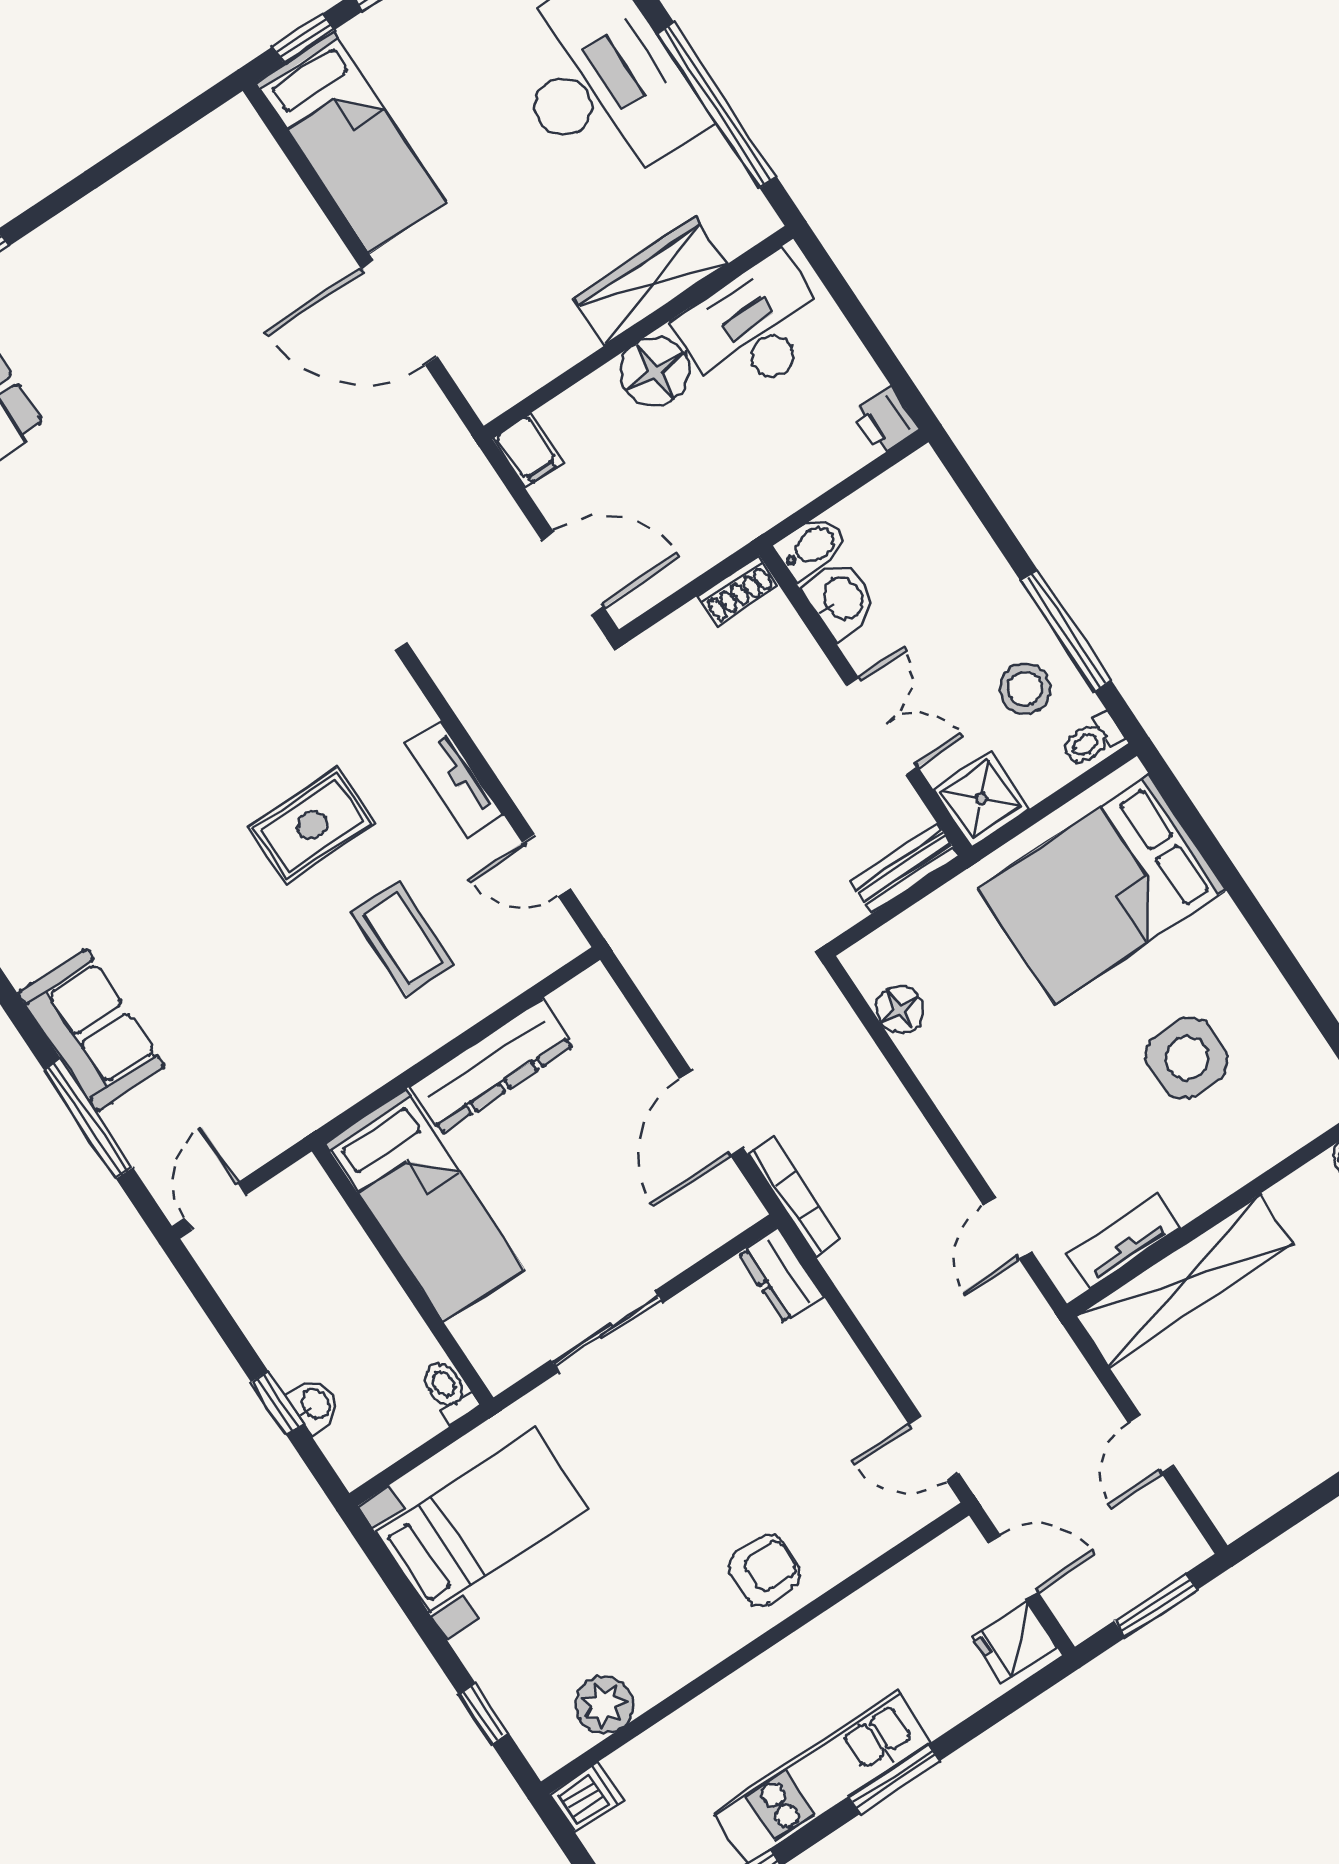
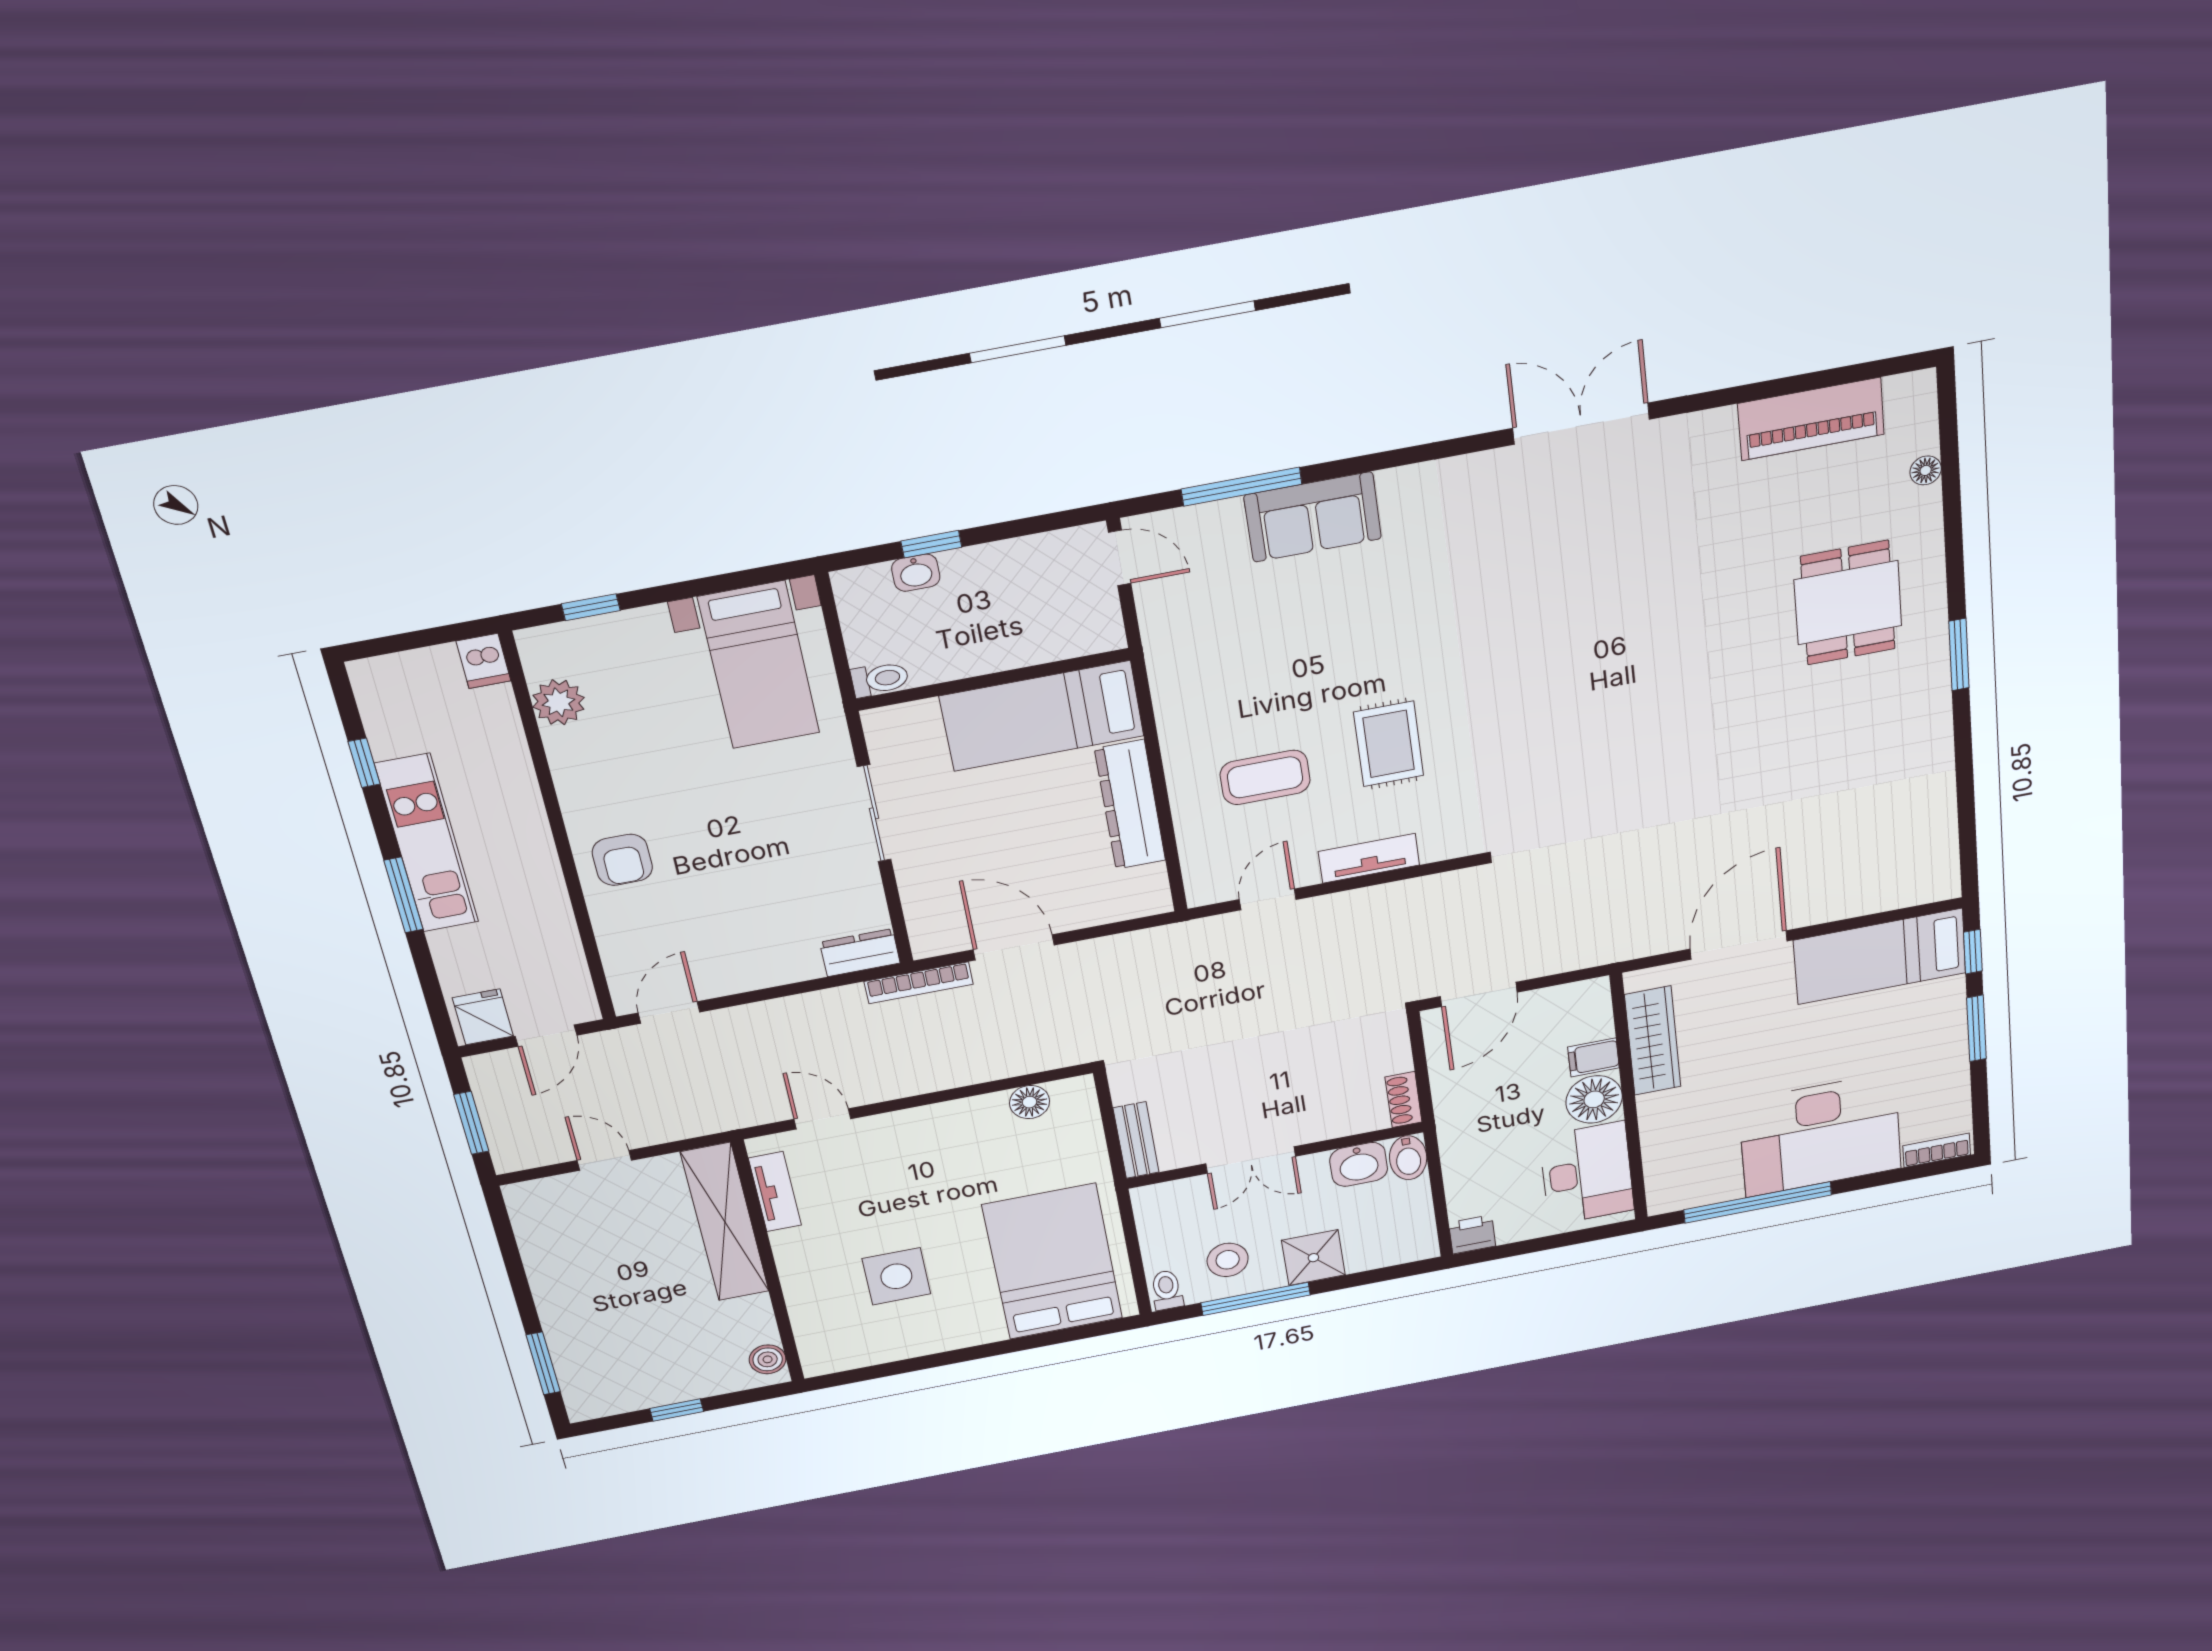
wardrobe: (650, 281) -> (1653, 1041), moved
filing cabinet: (528, 450) -> (1593, 1057), moved
shower: (981, 799) -> (1313, 1258), moved

